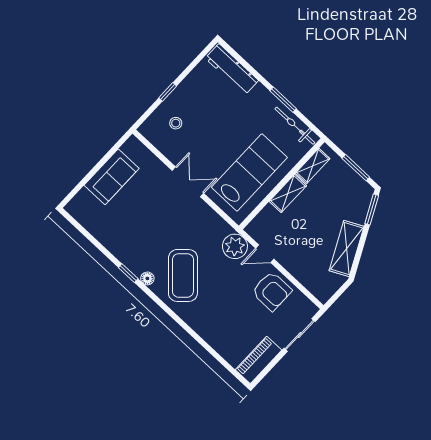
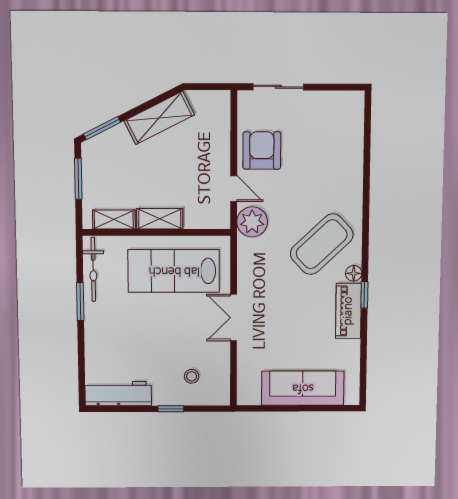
workbench: (232, 69) -> (118, 394), moved, turned -90
sofa: (112, 177) -> (303, 388), width x1.36
piano: (259, 360) -> (348, 311), moved, turned 90

